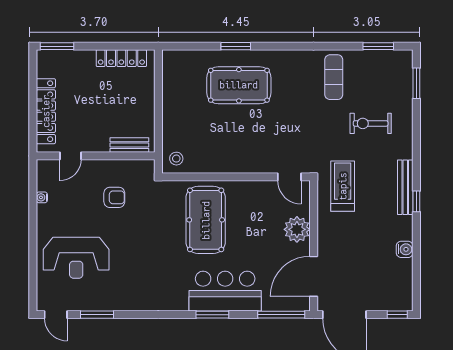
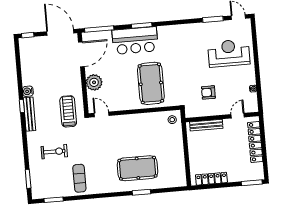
bench: (129, 145) -> (206, 125), width x1.36
treadmill: (343, 186) -> (68, 111), turned 180
water cooler: (405, 249) -> (28, 91), moved

